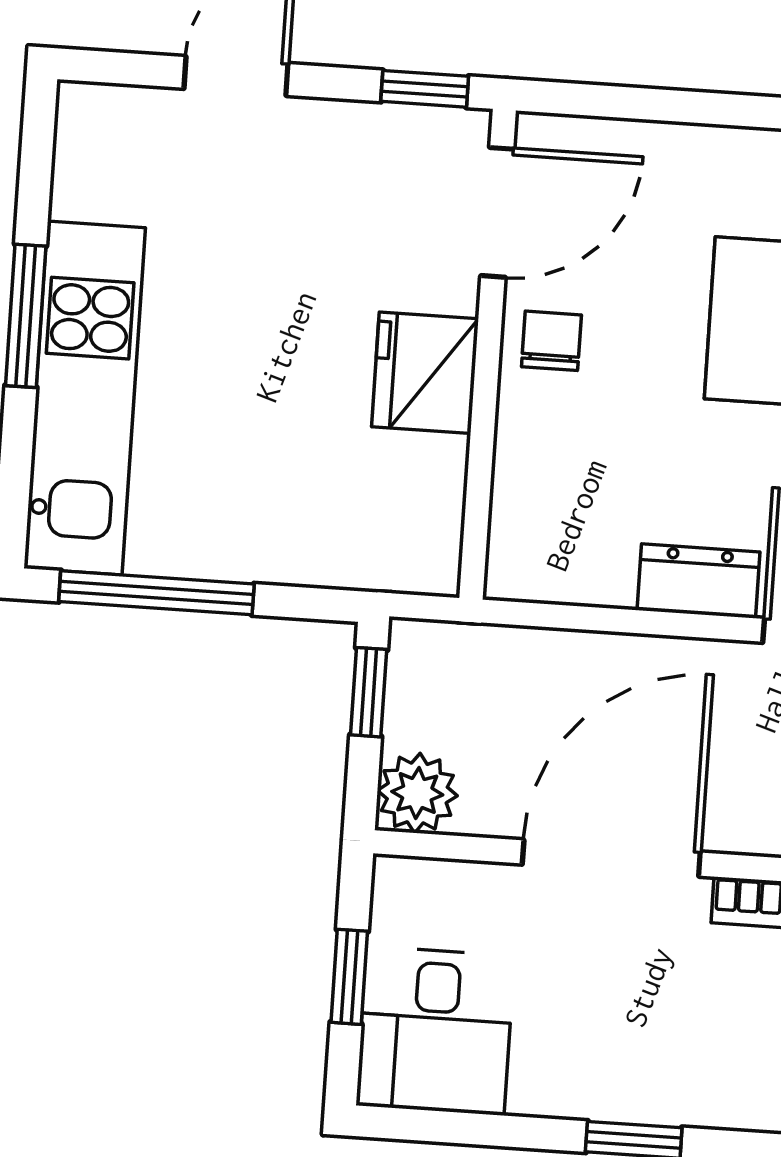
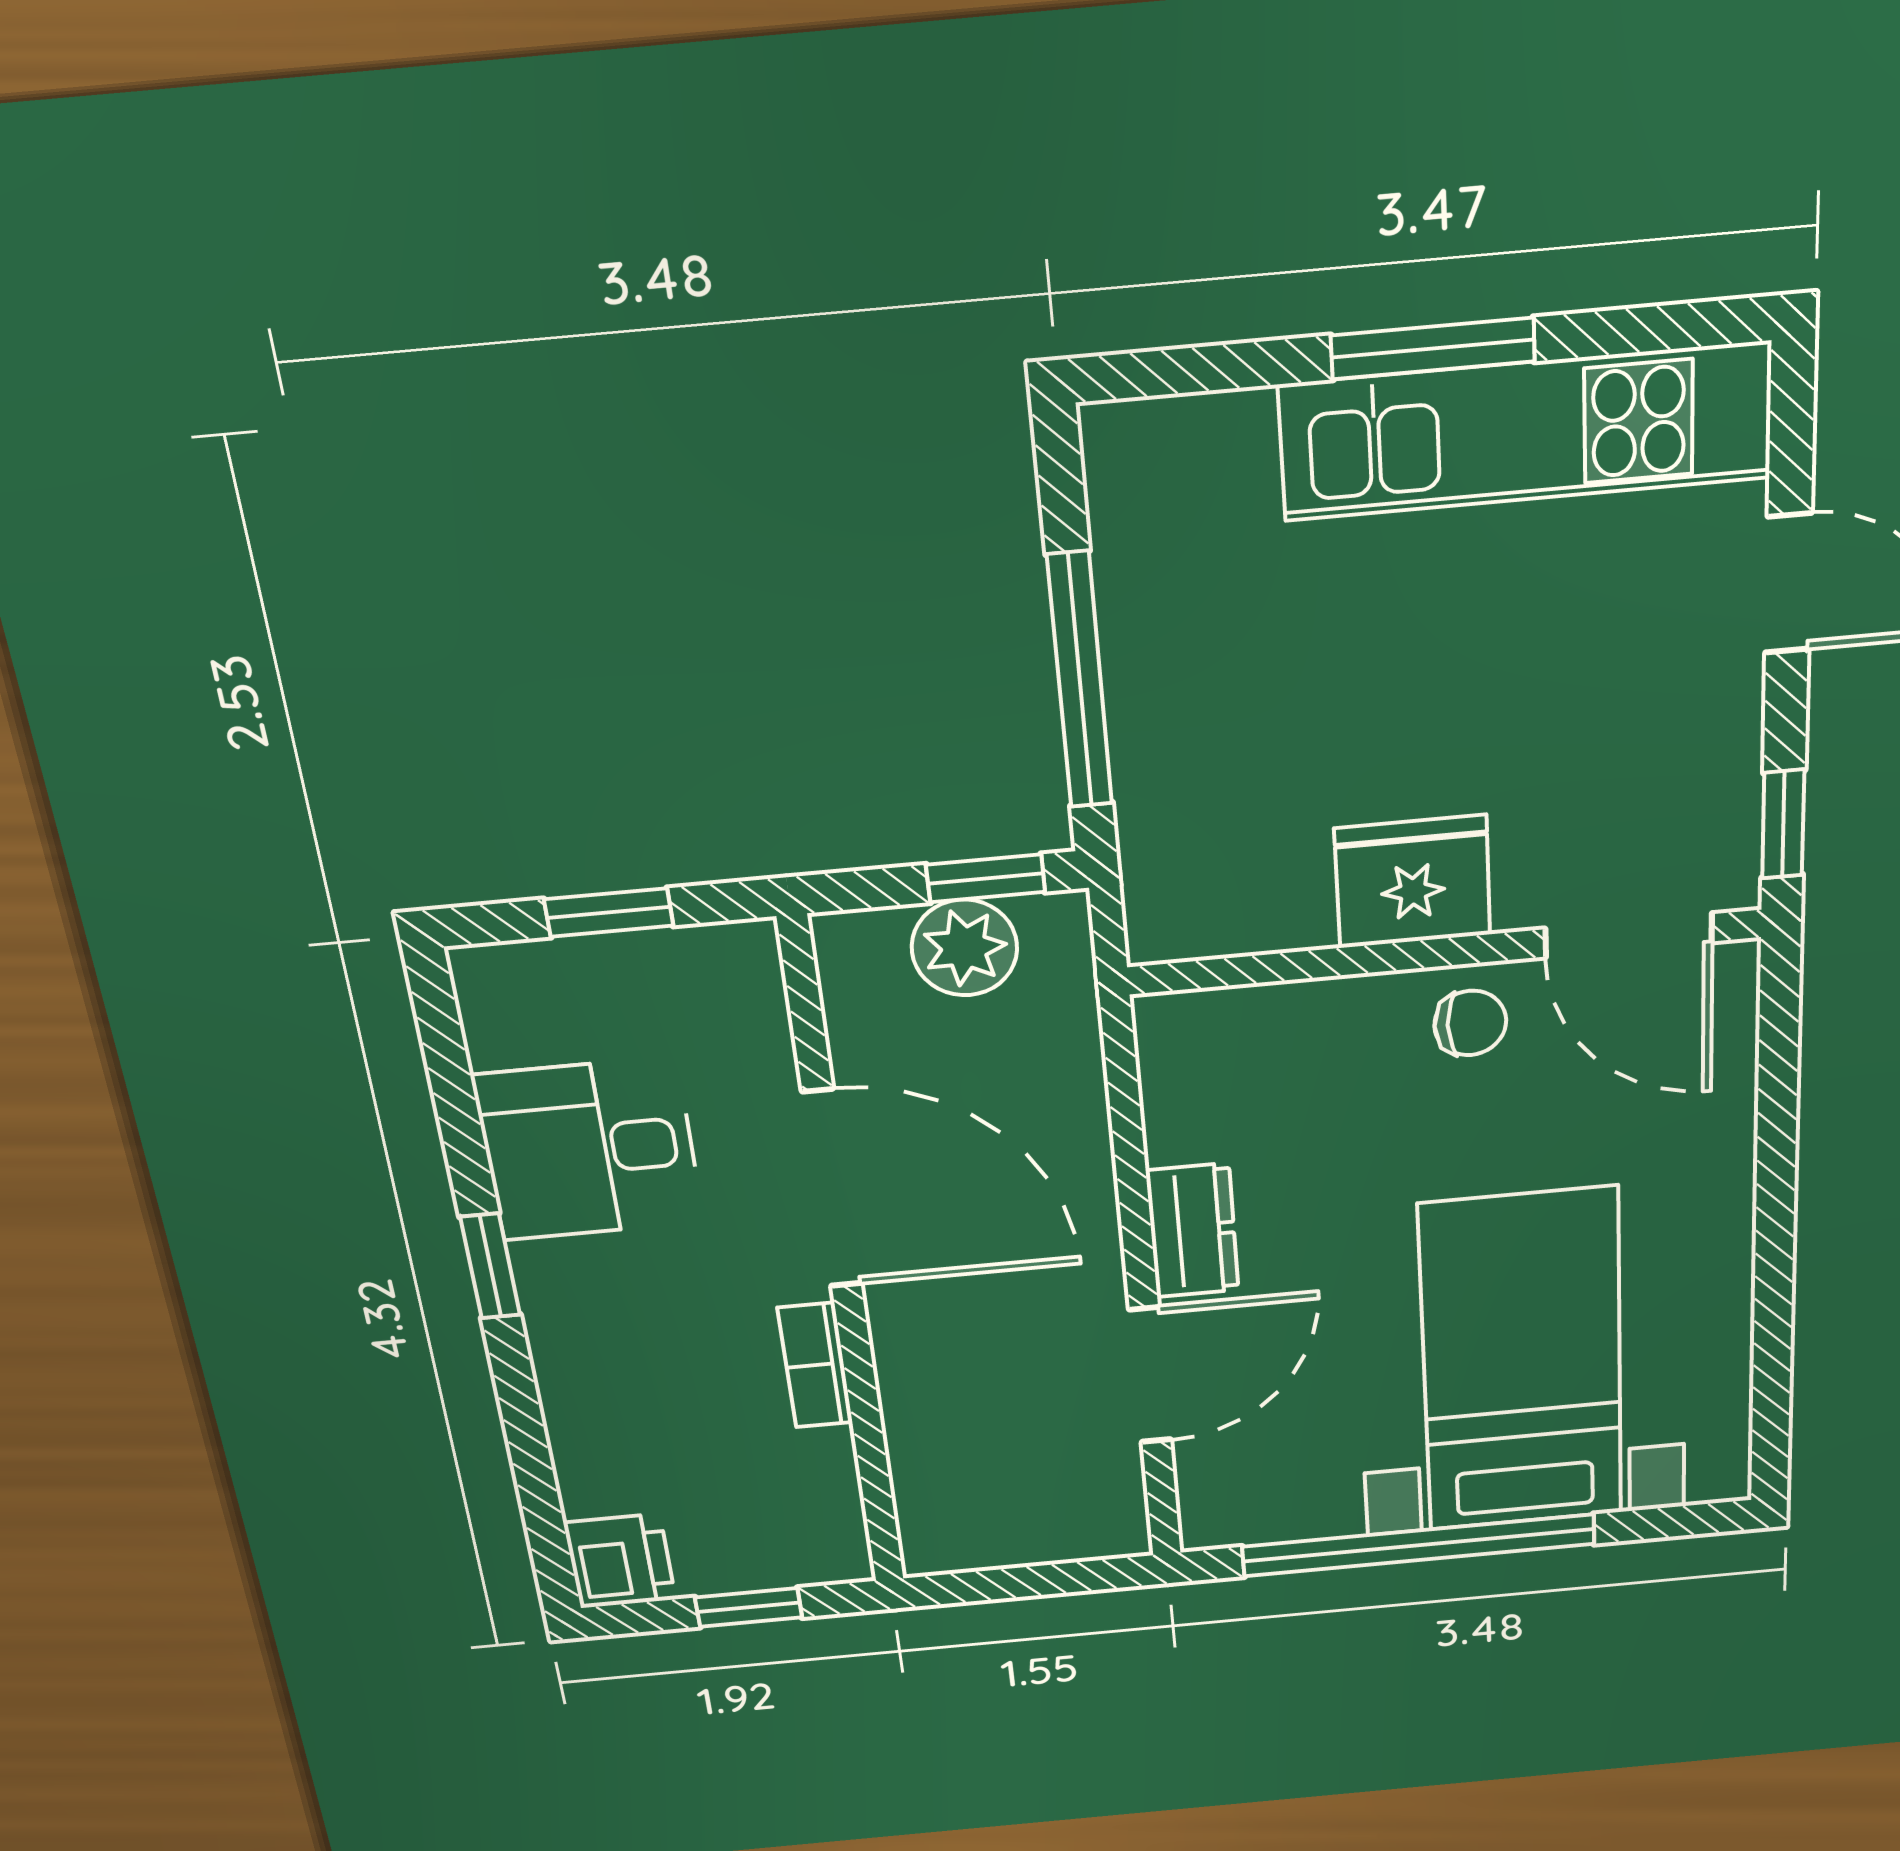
kitchen unit: (85, 398) -> (1526, 431), moved
window: (156, 593) -> (1080, 681), moved
plant: (417, 793) -> (964, 948), moved
desk: (435, 1031) -> (589, 1149), moved

